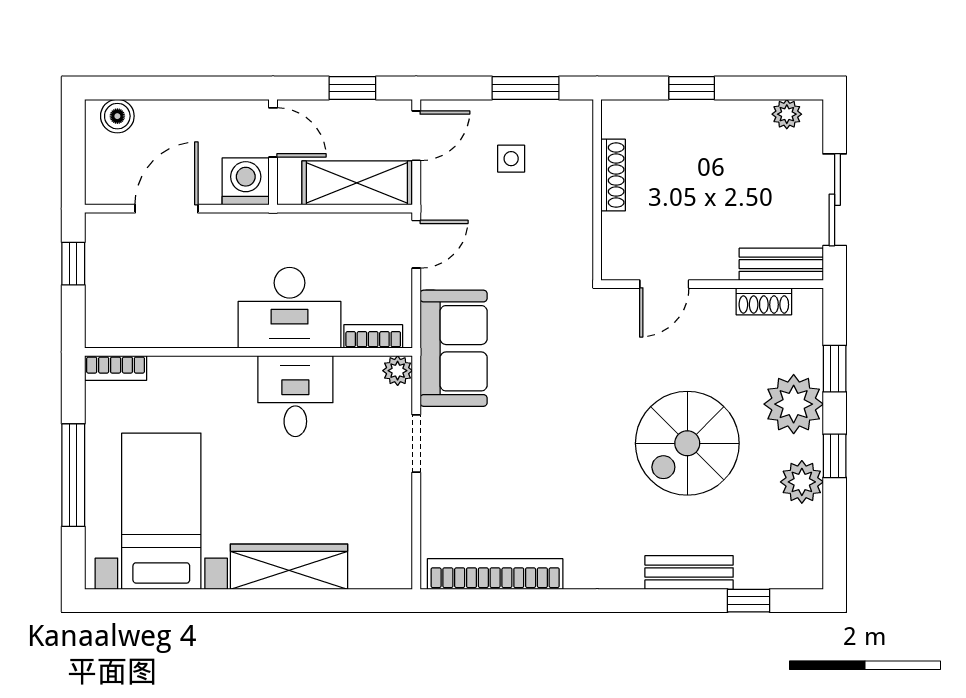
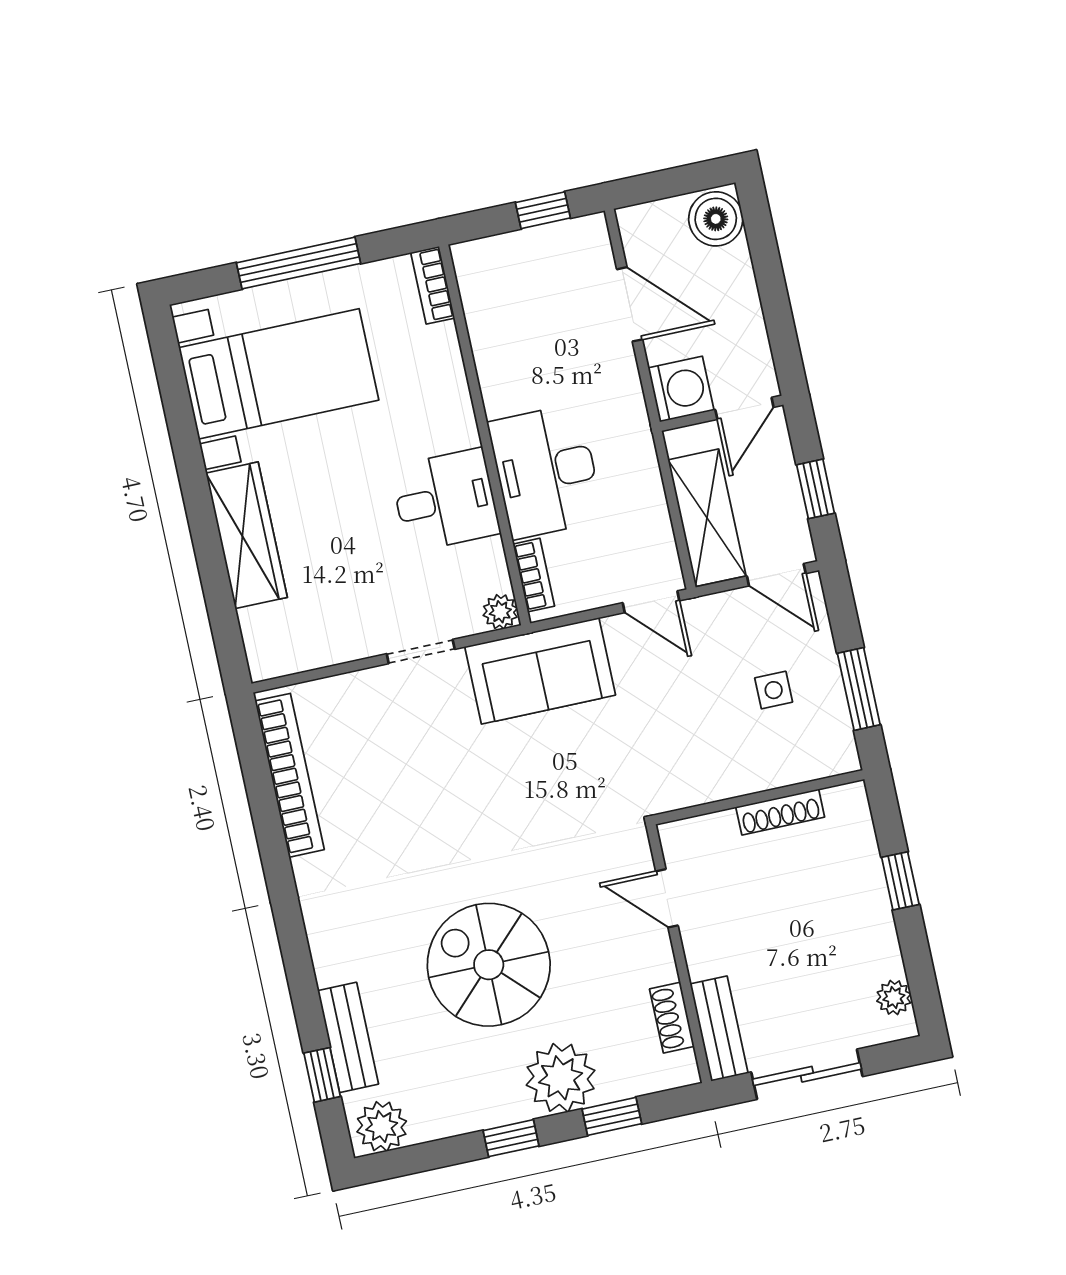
boiler: (117, 116) -> (716, 219), width x1.36, depth x1.36
plant: (802, 482) -> (382, 1126), moved
bench: (689, 573) -> (348, 1037), moved

